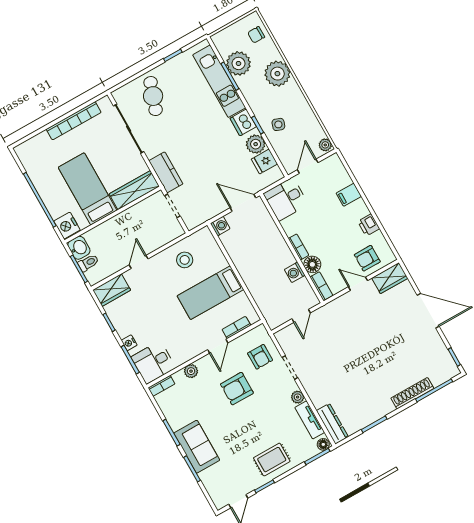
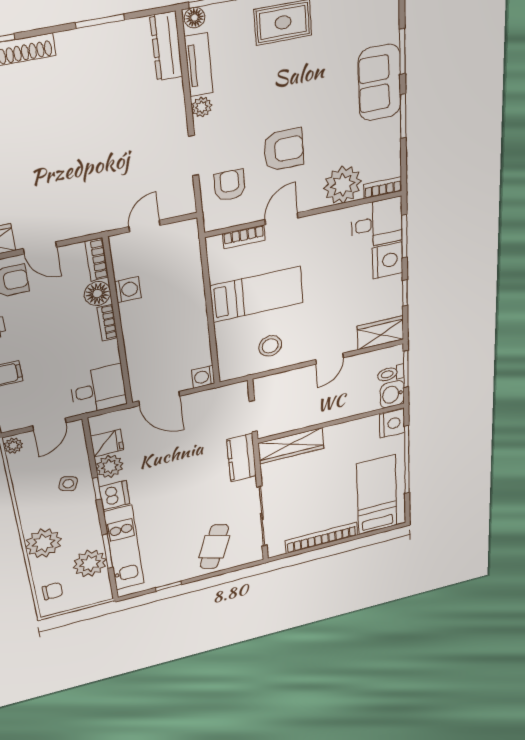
bed: (87, 189) -> (377, 495), moved, turned 180
nightstand: (129, 343) -> (388, 260), width x1.89, depth x1.79
plant: (191, 371) -> (343, 185), width x1.88, depth x1.88

